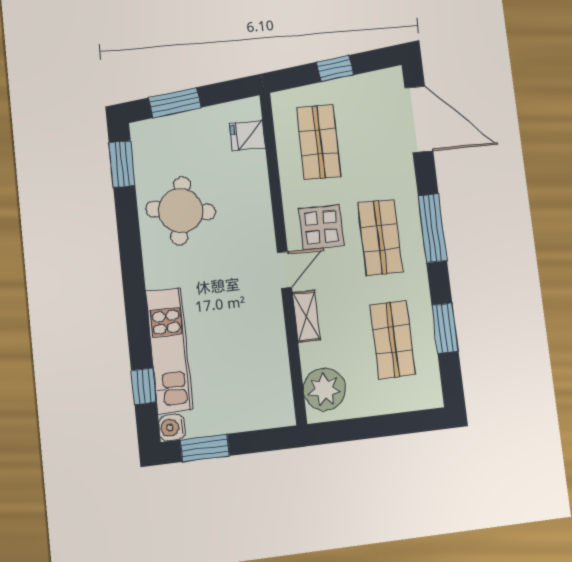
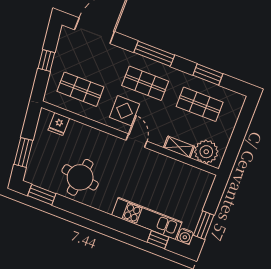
shelving: (306, 316) -> (179, 147), moved

